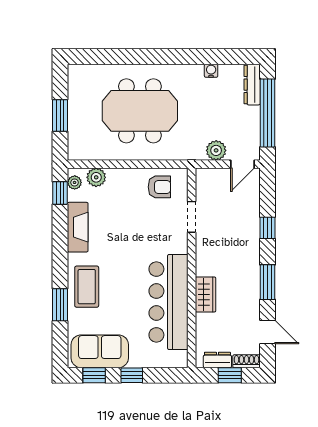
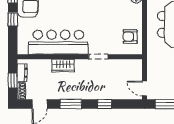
plant: (216, 150) -> (153, 72), removed
armchair: (159, 187) -> (130, 37), turned 90
doorway: (192, 217) -> (98, 57), moved

